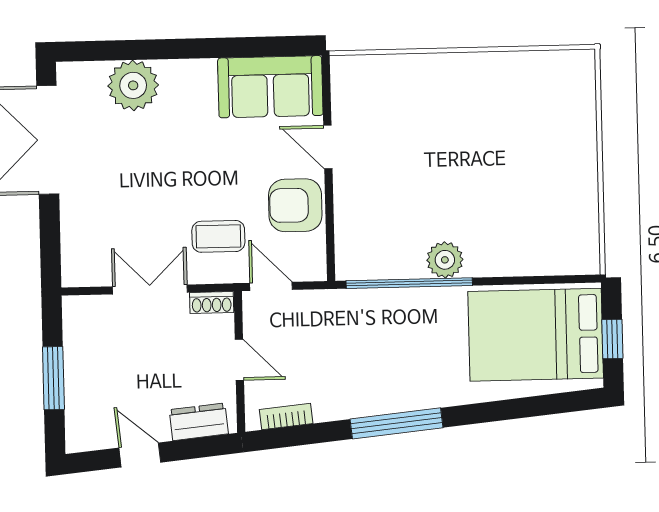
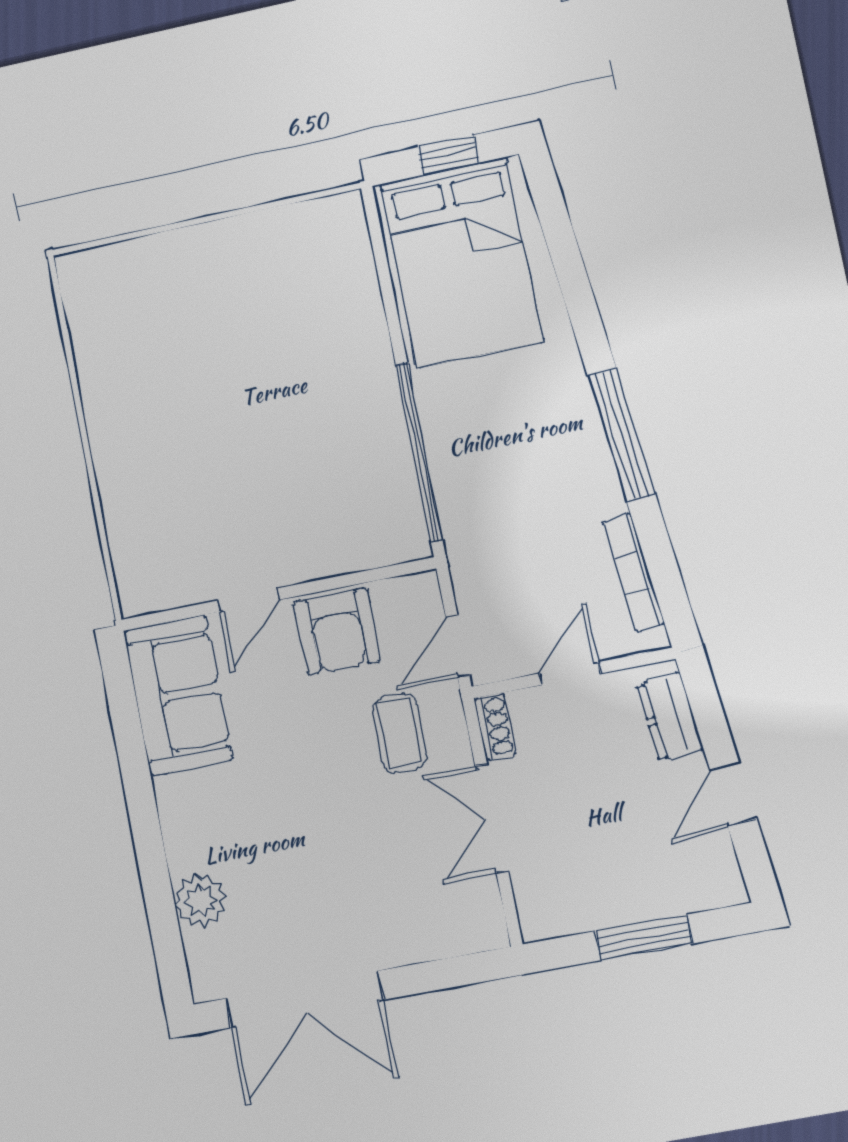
plant: (133, 85) -> (200, 901), width x0.73, depth x0.73
plant: (445, 260) -> (378, 408), removed
bookcase: (286, 417) -> (633, 573), width x1.56

